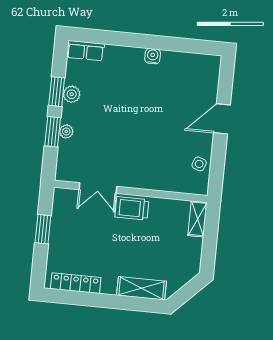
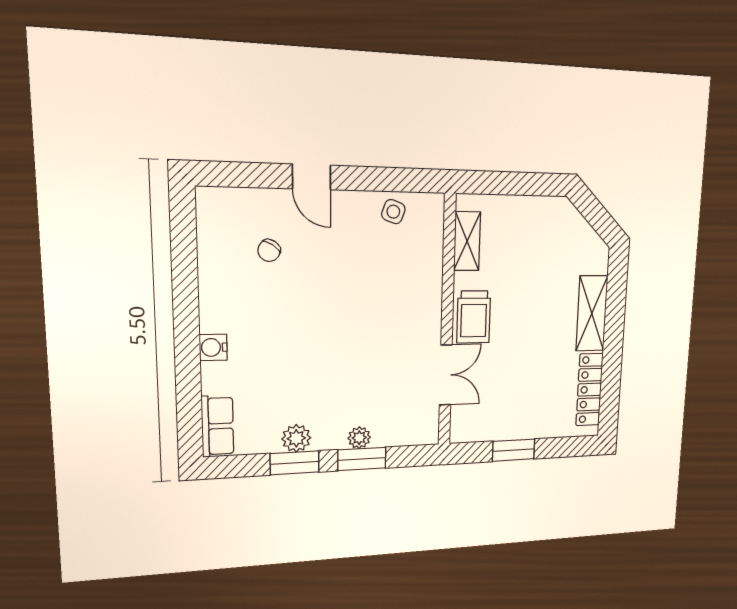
water cooler: (153, 56) -> (213, 347), moved
chair: (183, 91) -> (269, 251), added
door: (222, 119) -> (312, 177), width x0.73
shelving: (197, 219) -> (467, 241), moved, turned 90
shelving: (142, 288) -> (592, 313), moved

